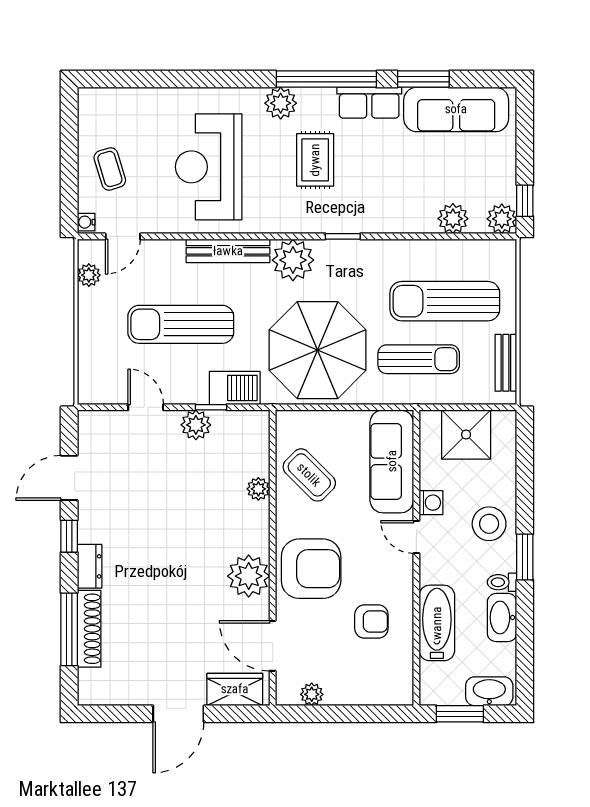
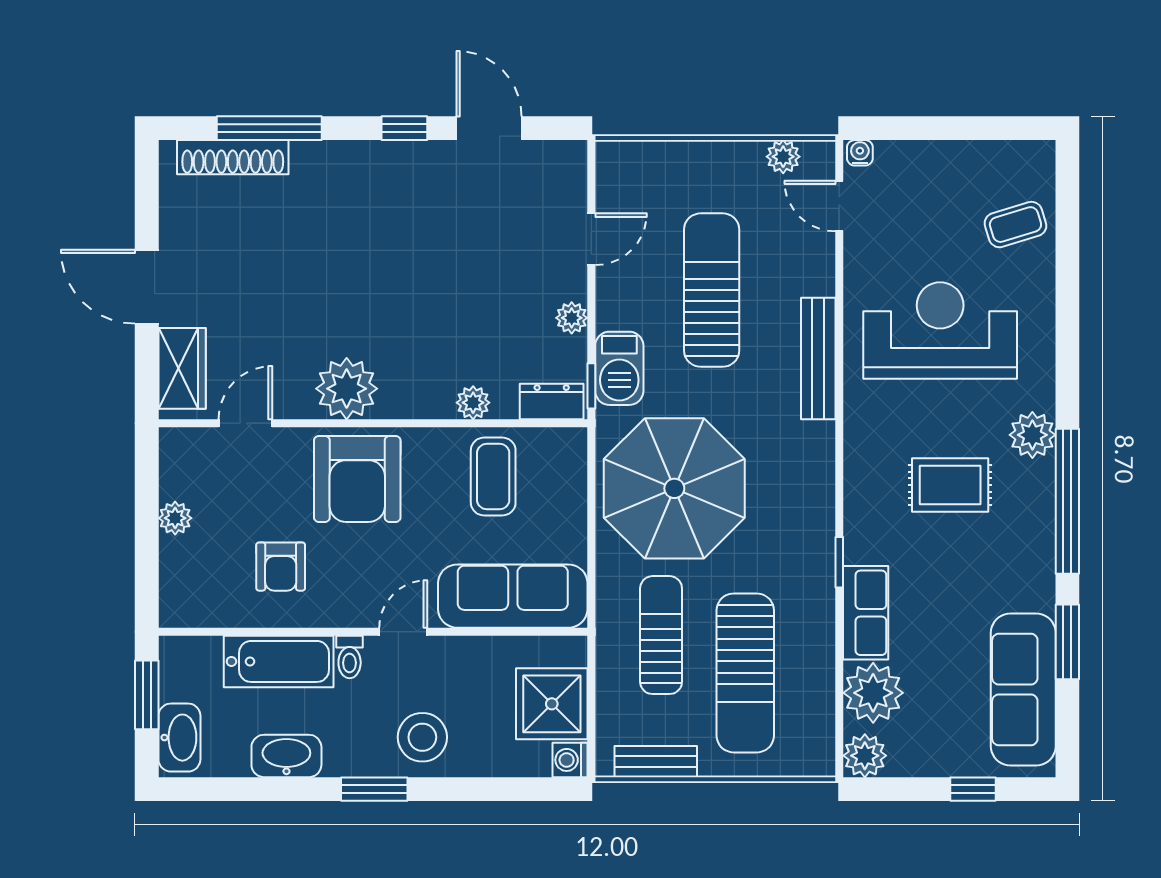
row of seats: (369, 103) -> (866, 613), moved, turned 180
coffee table: (110, 169) -> (1015, 225), moved
window: (525, 201) -> (973, 789), moved
plant: (453, 219) -> (873, 693), width x1.36, depth x1.36
window: (343, 236) -> (839, 562), moved
plant: (293, 260) -> (805, 453), removed
sun lounger: (445, 301) -> (745, 673), turned 180
sun lounger: (419, 359) -> (661, 635), turned 180
window: (211, 407) -> (591, 386), moved
plant: (196, 425) -> (572, 318), width x0.73, depth x0.73
coffee table: (309, 475) -> (493, 476), turned -45
washing machine: (431, 503) -> (570, 760), moved, turned 90
dresser: (90, 566) -> (552, 401), moved, turned 180
toilet: (502, 582) -> (350, 657), moved, turned 180
shoe rack: (89, 629) -> (233, 157), moved
door: (273, 646) -> (245, 423), width x0.73
plant: (312, 694) -> (175, 518), moved

